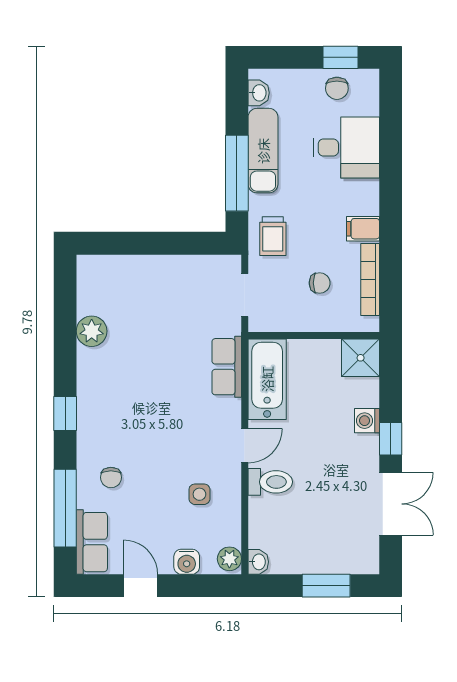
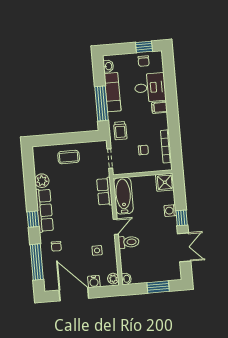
filing cabinet: (363, 229) -> (159, 107), moved
coffee table: (155, 284) -> (69, 157), added
row of seats: (92, 542) -> (44, 210), moved, width x1.48
door: (141, 586) -> (74, 294), width x1.88

